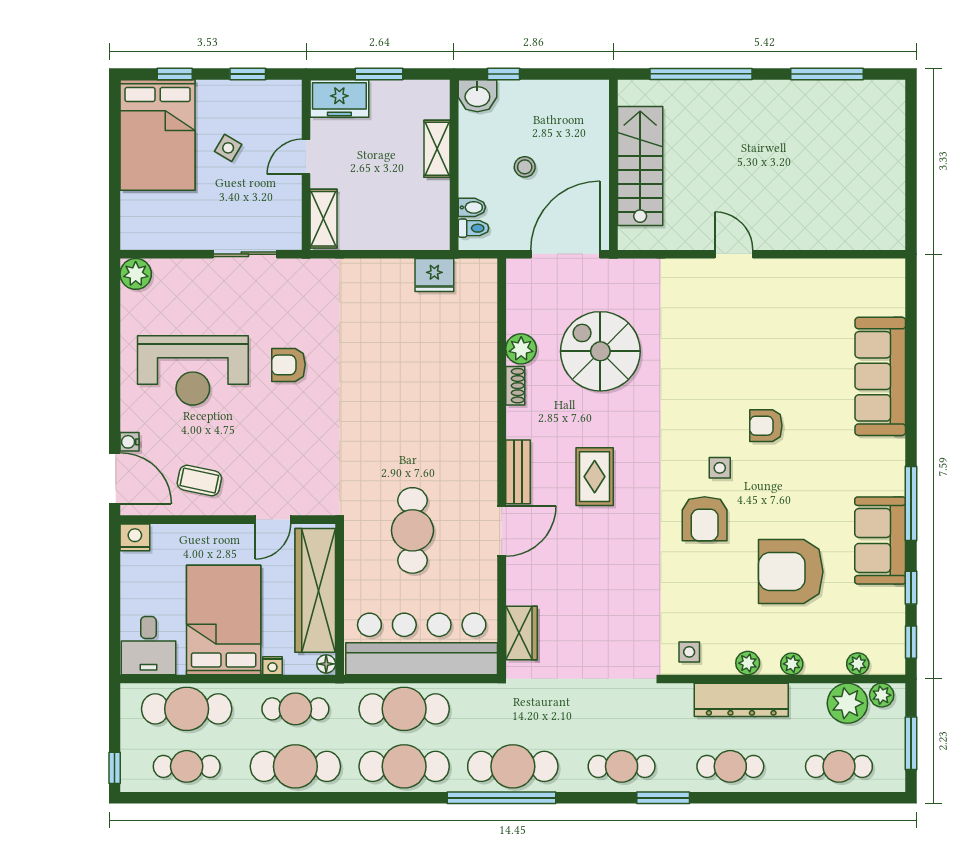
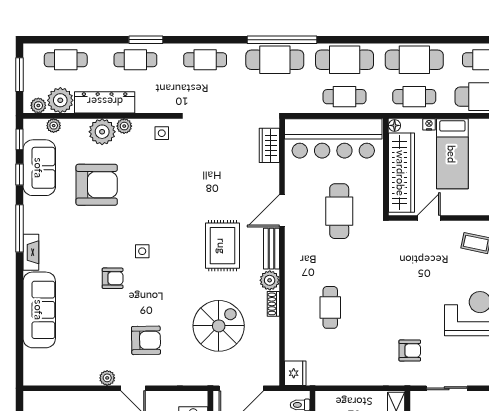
plant: (774, 270) -> (107, 378), added
fridge: (434, 275) -> (295, 373), moved, turned 90
plant: (521, 349) -> (270, 280), moved
spiral stairs: (600, 351) -> (219, 326), turned -90
armchair: (288, 365) -> (410, 350), moved
cafe table: (426, 380) -> (330, 307), added
fireplace: (893, 466) -> (31, 252), added
rug: (595, 477) -> (222, 246), width x1.36, depth x1.43
armchair: (705, 519) -> (146, 340), moved, turned 89
sofa: (880, 540) -> (39, 168), moved
bed: (224, 620) -> (452, 154), width x0.67
plant: (792, 664) -> (102, 132), width x1.87, depth x1.87
dresser: (741, 700) -> (105, 102), moved
cafe table: (404, 709) -> (345, 97), width x0.73, depth x0.74
window: (663, 798) -> (146, 40), moved

